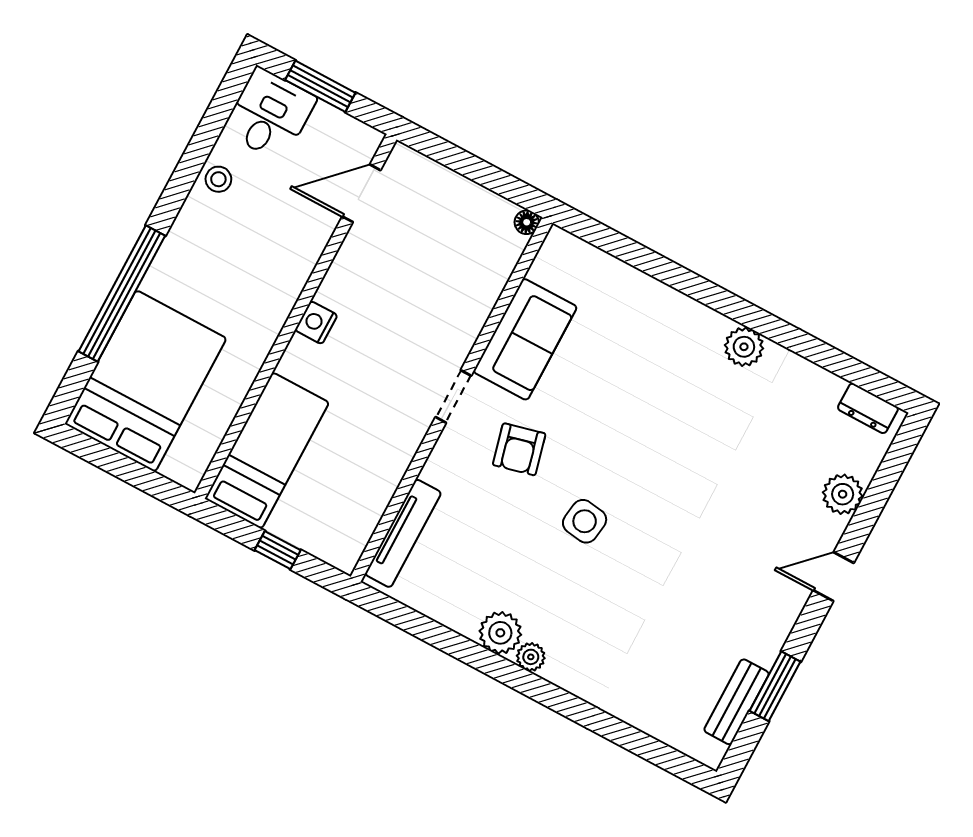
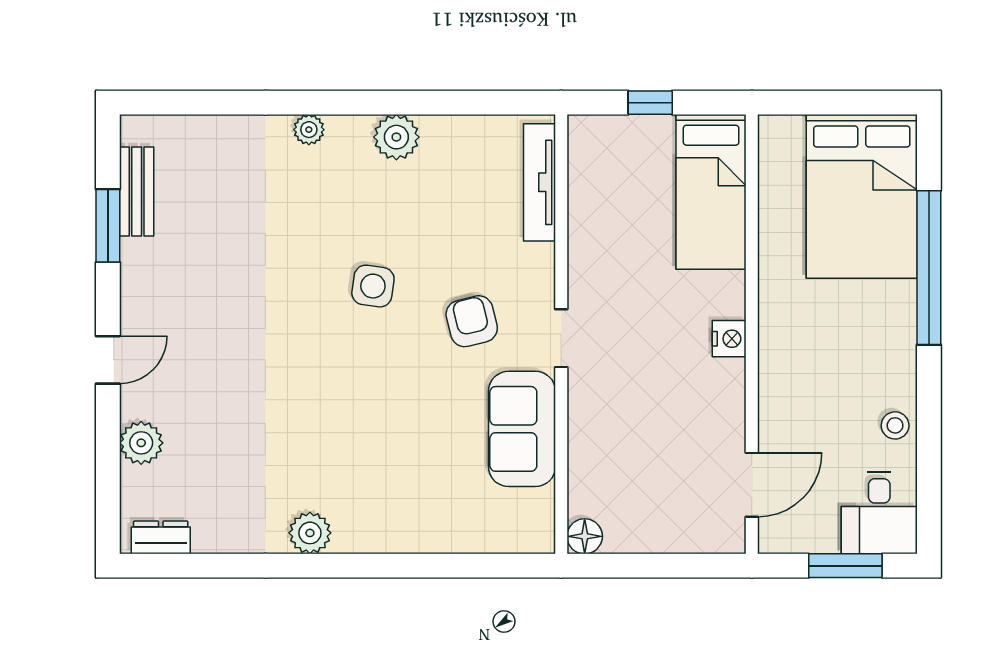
floor lamp: (527, 222) -> (585, 536), width x1.37, depth x1.37
plant: (531, 657) -> (309, 130), moved

